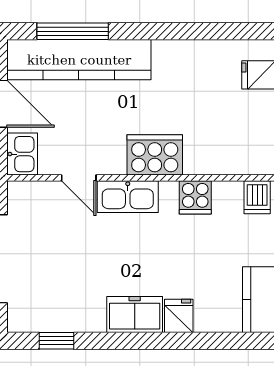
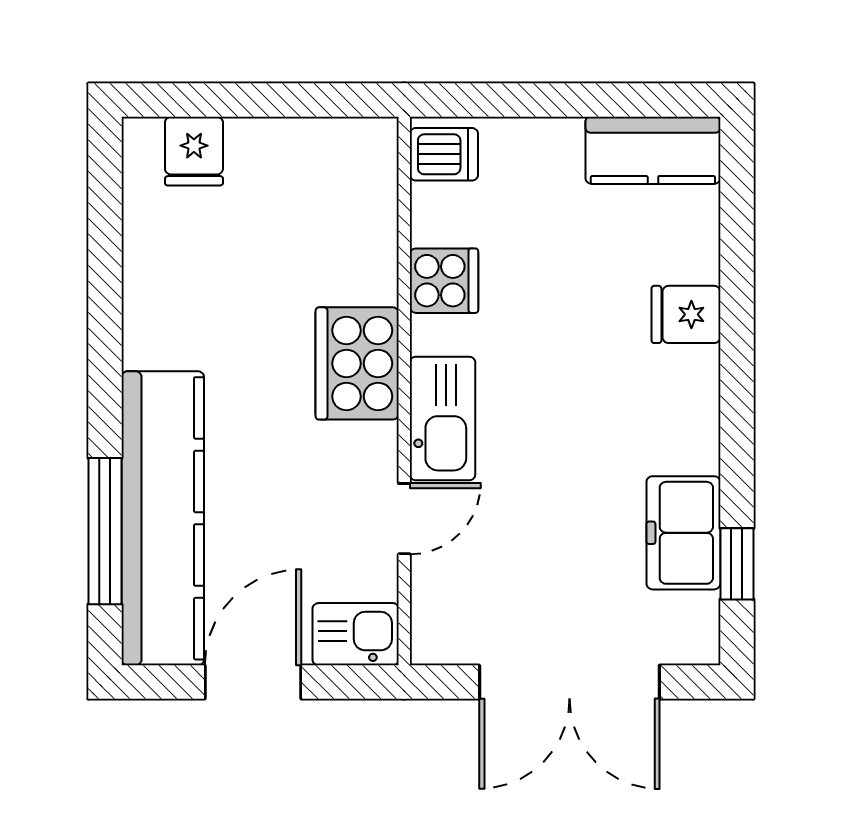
freezer: (135, 315) -> (683, 533), moved

